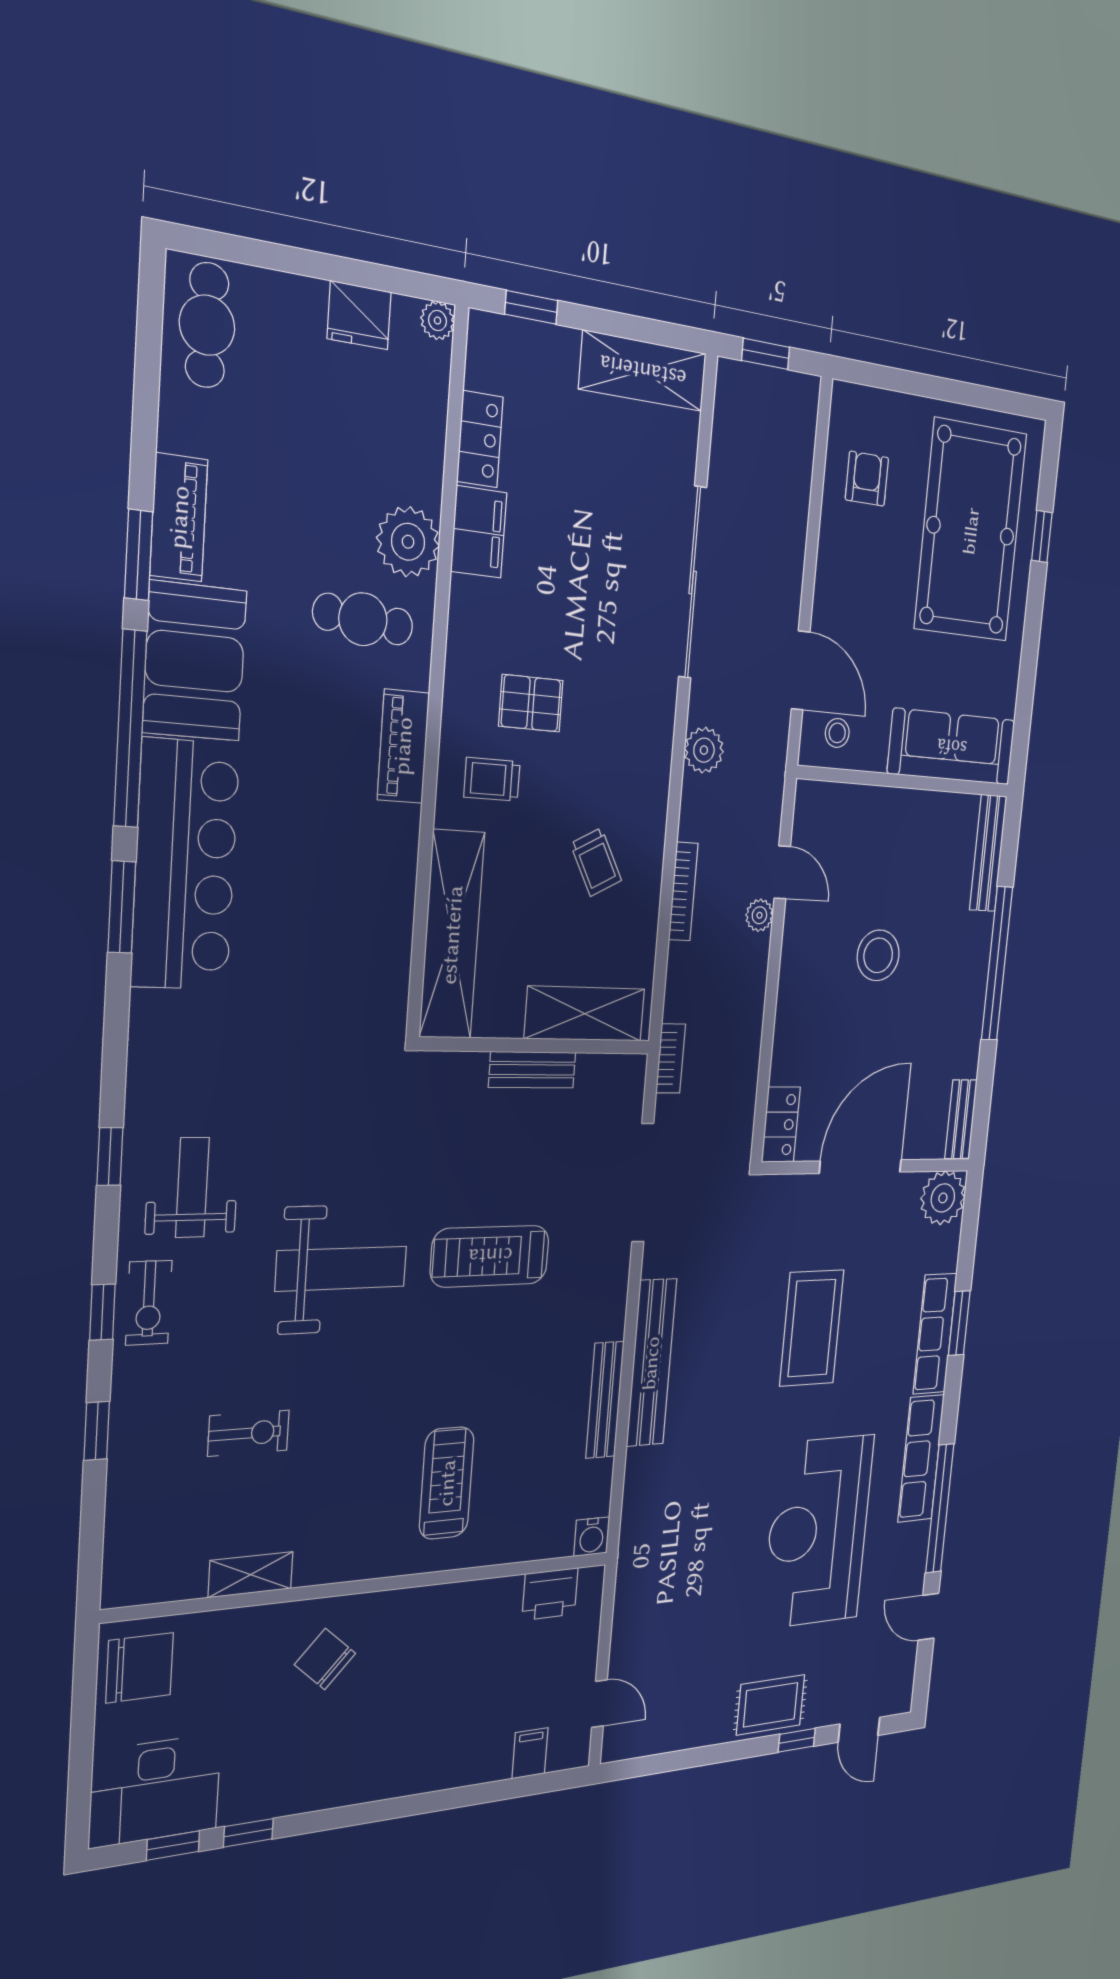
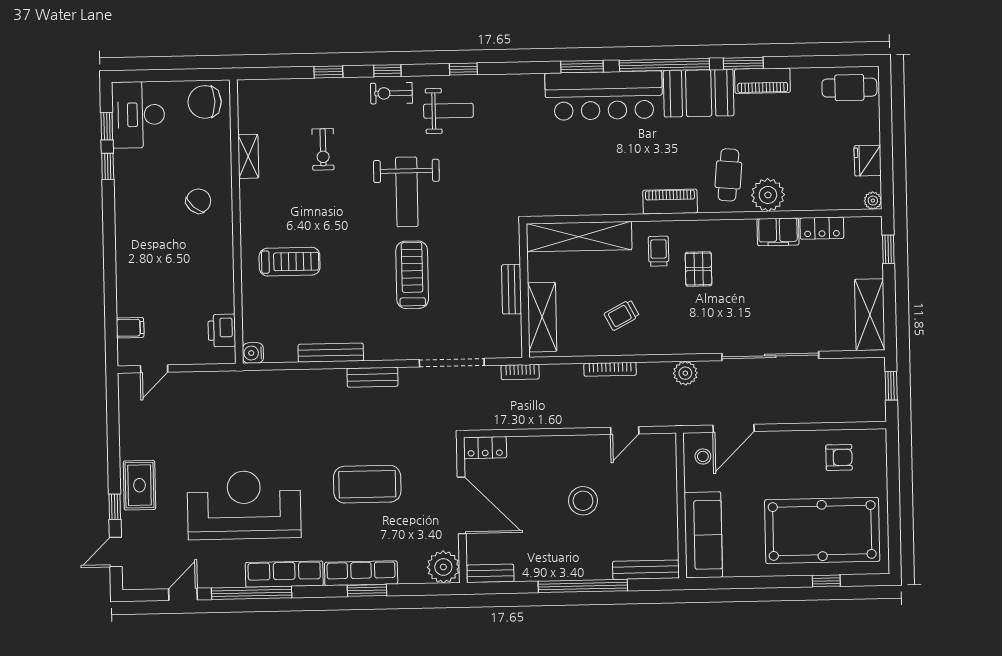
plant: (759, 915) -> (600, 419), removed
bench: (651, 1363) -> (372, 377), width x0.54, depth x0.82
chair: (140, 1668) -> (205, 102), turned 90

